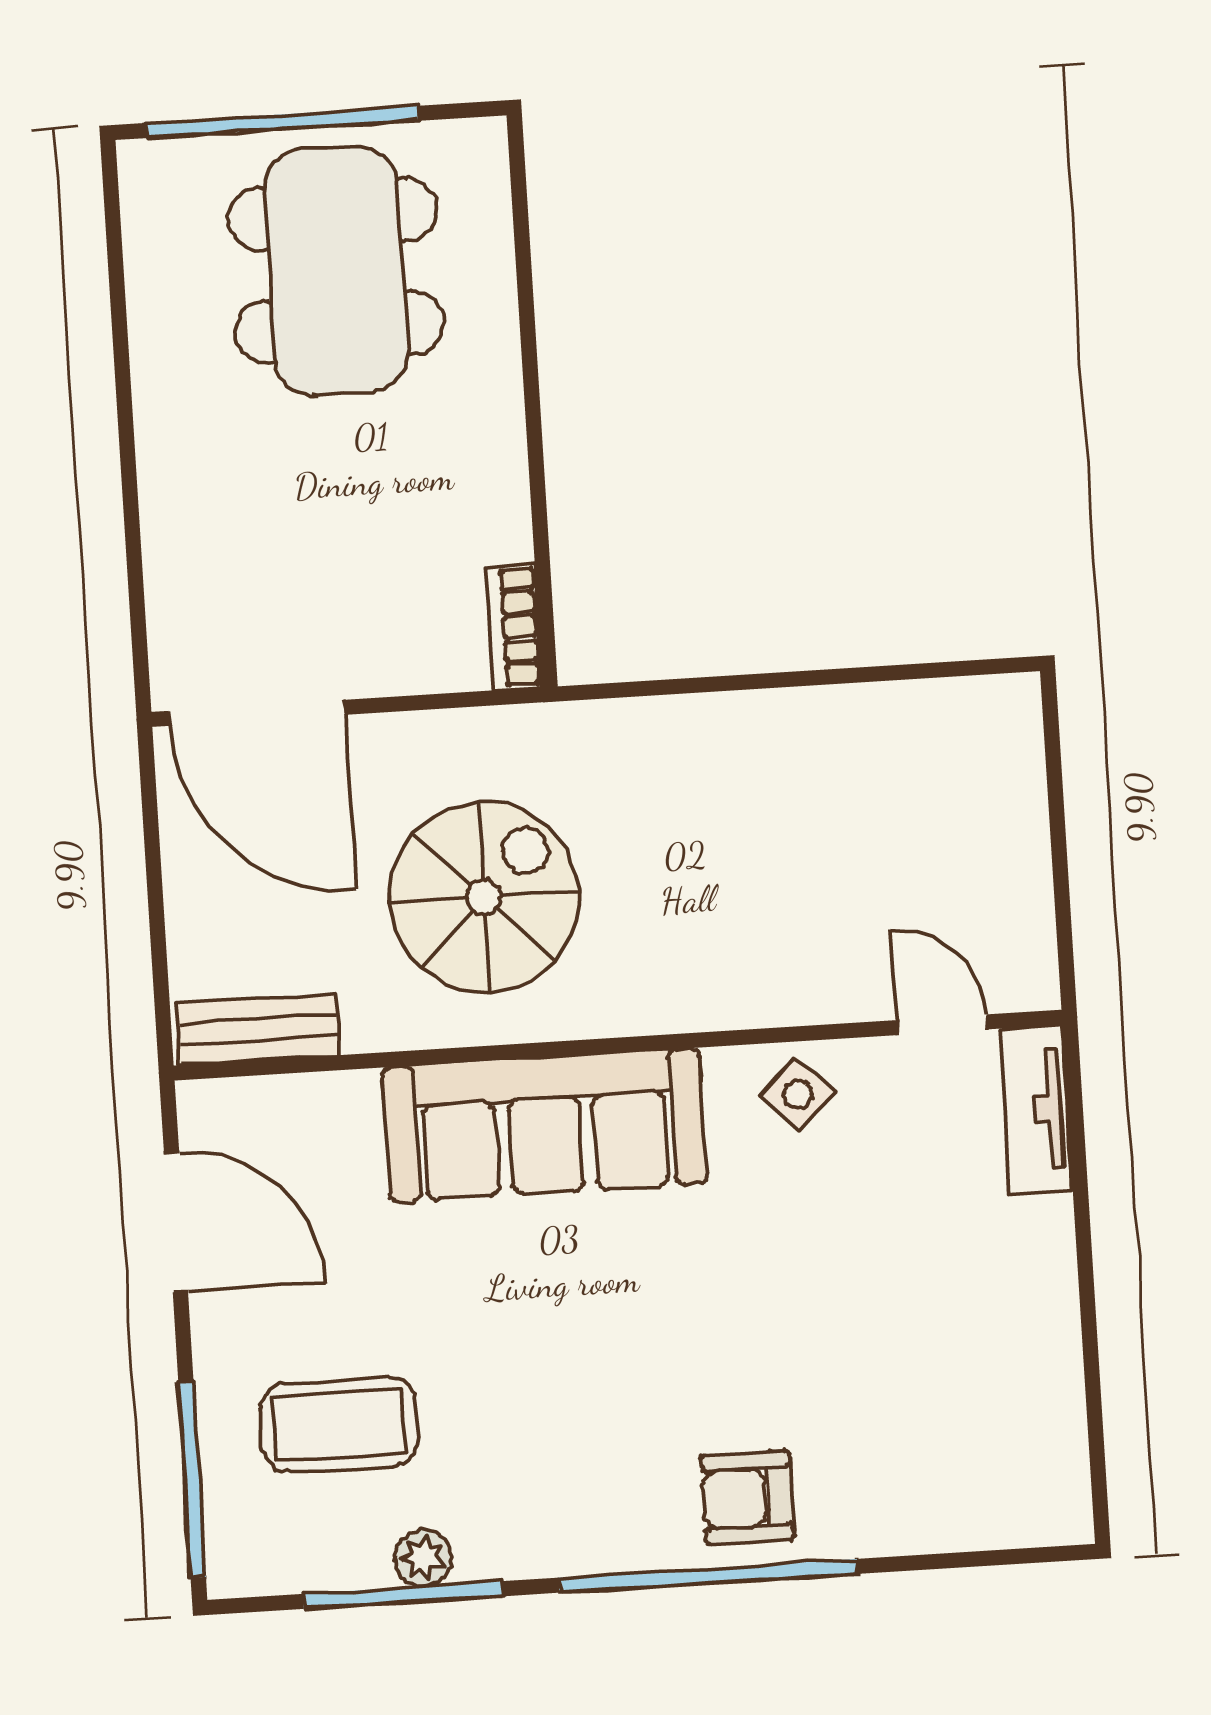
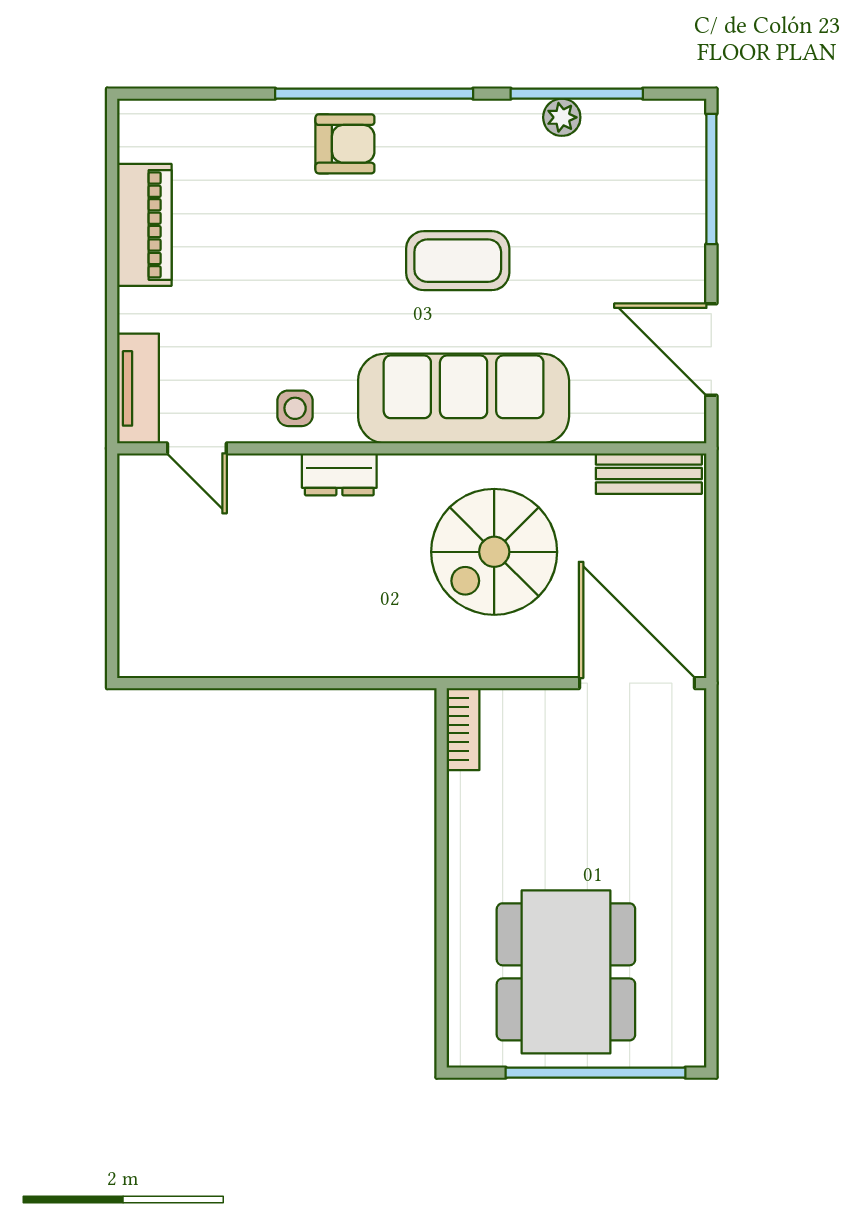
dresser: (725, 999) -> (339, 474), added
side table: (798, 1094) -> (295, 408), turned 45
piano: (1042, 1356) -> (144, 225), added
coffee table: (339, 1425) -> (458, 261), moved

